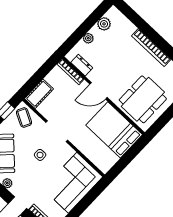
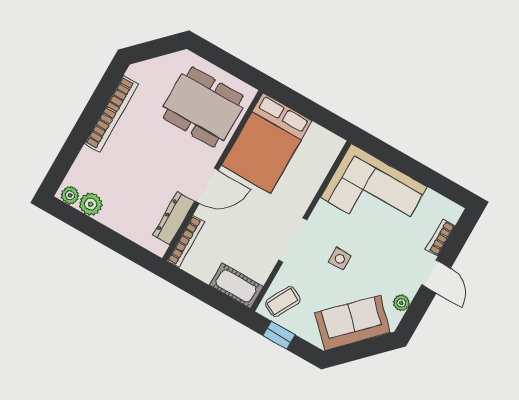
plant: (88, 38) -> (70, 195), moved
dresser: (82, 65) -> (174, 218), width x1.44
door: (99, 91) -> (207, 186), hinge flipped

